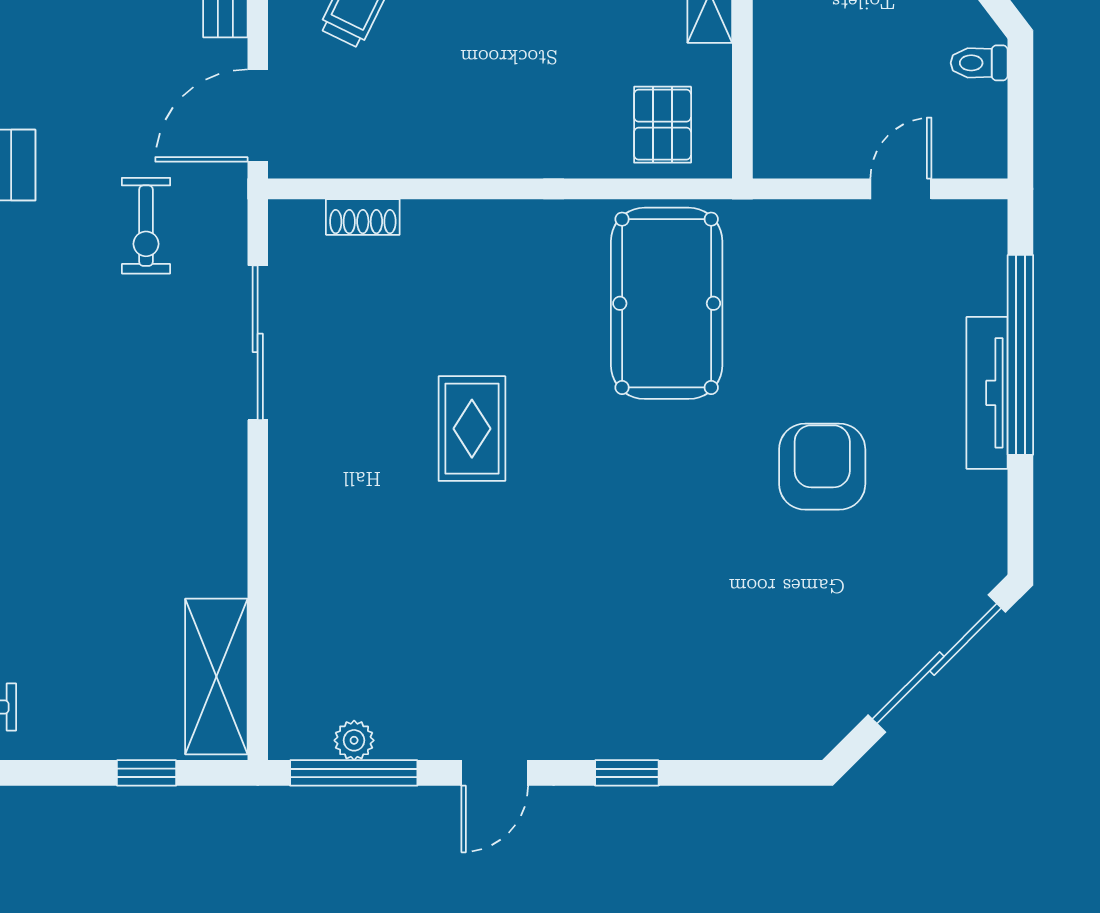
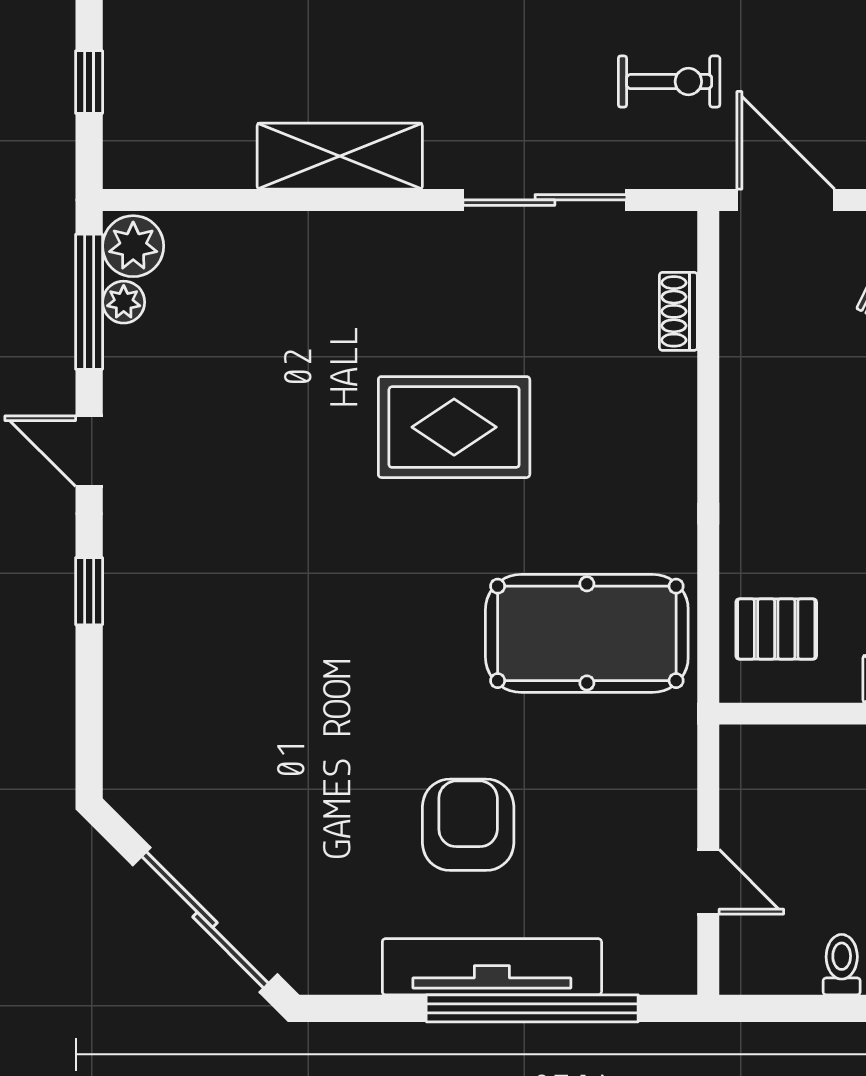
exercise bike: (146, 226) -> (669, 82), turned 180
tv unit: (987, 393) -> (492, 967), width x1.36, depth x1.29
rug: (472, 429) -> (454, 427), width x1.36, depth x1.43
armchair: (822, 467) -> (468, 825), moved, turned -90
shelving: (216, 677) -> (340, 156), moved
plant: (301, 731) -> (133, 246), added

